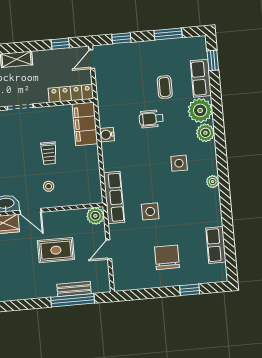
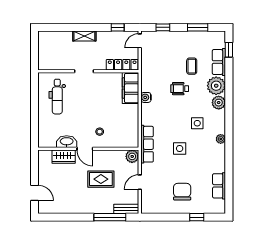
trolley: (49, 153) -> (102, 107), removed
side table: (150, 211) -> (180, 149), moved
bench: (74, 289) -> (126, 209), moved

